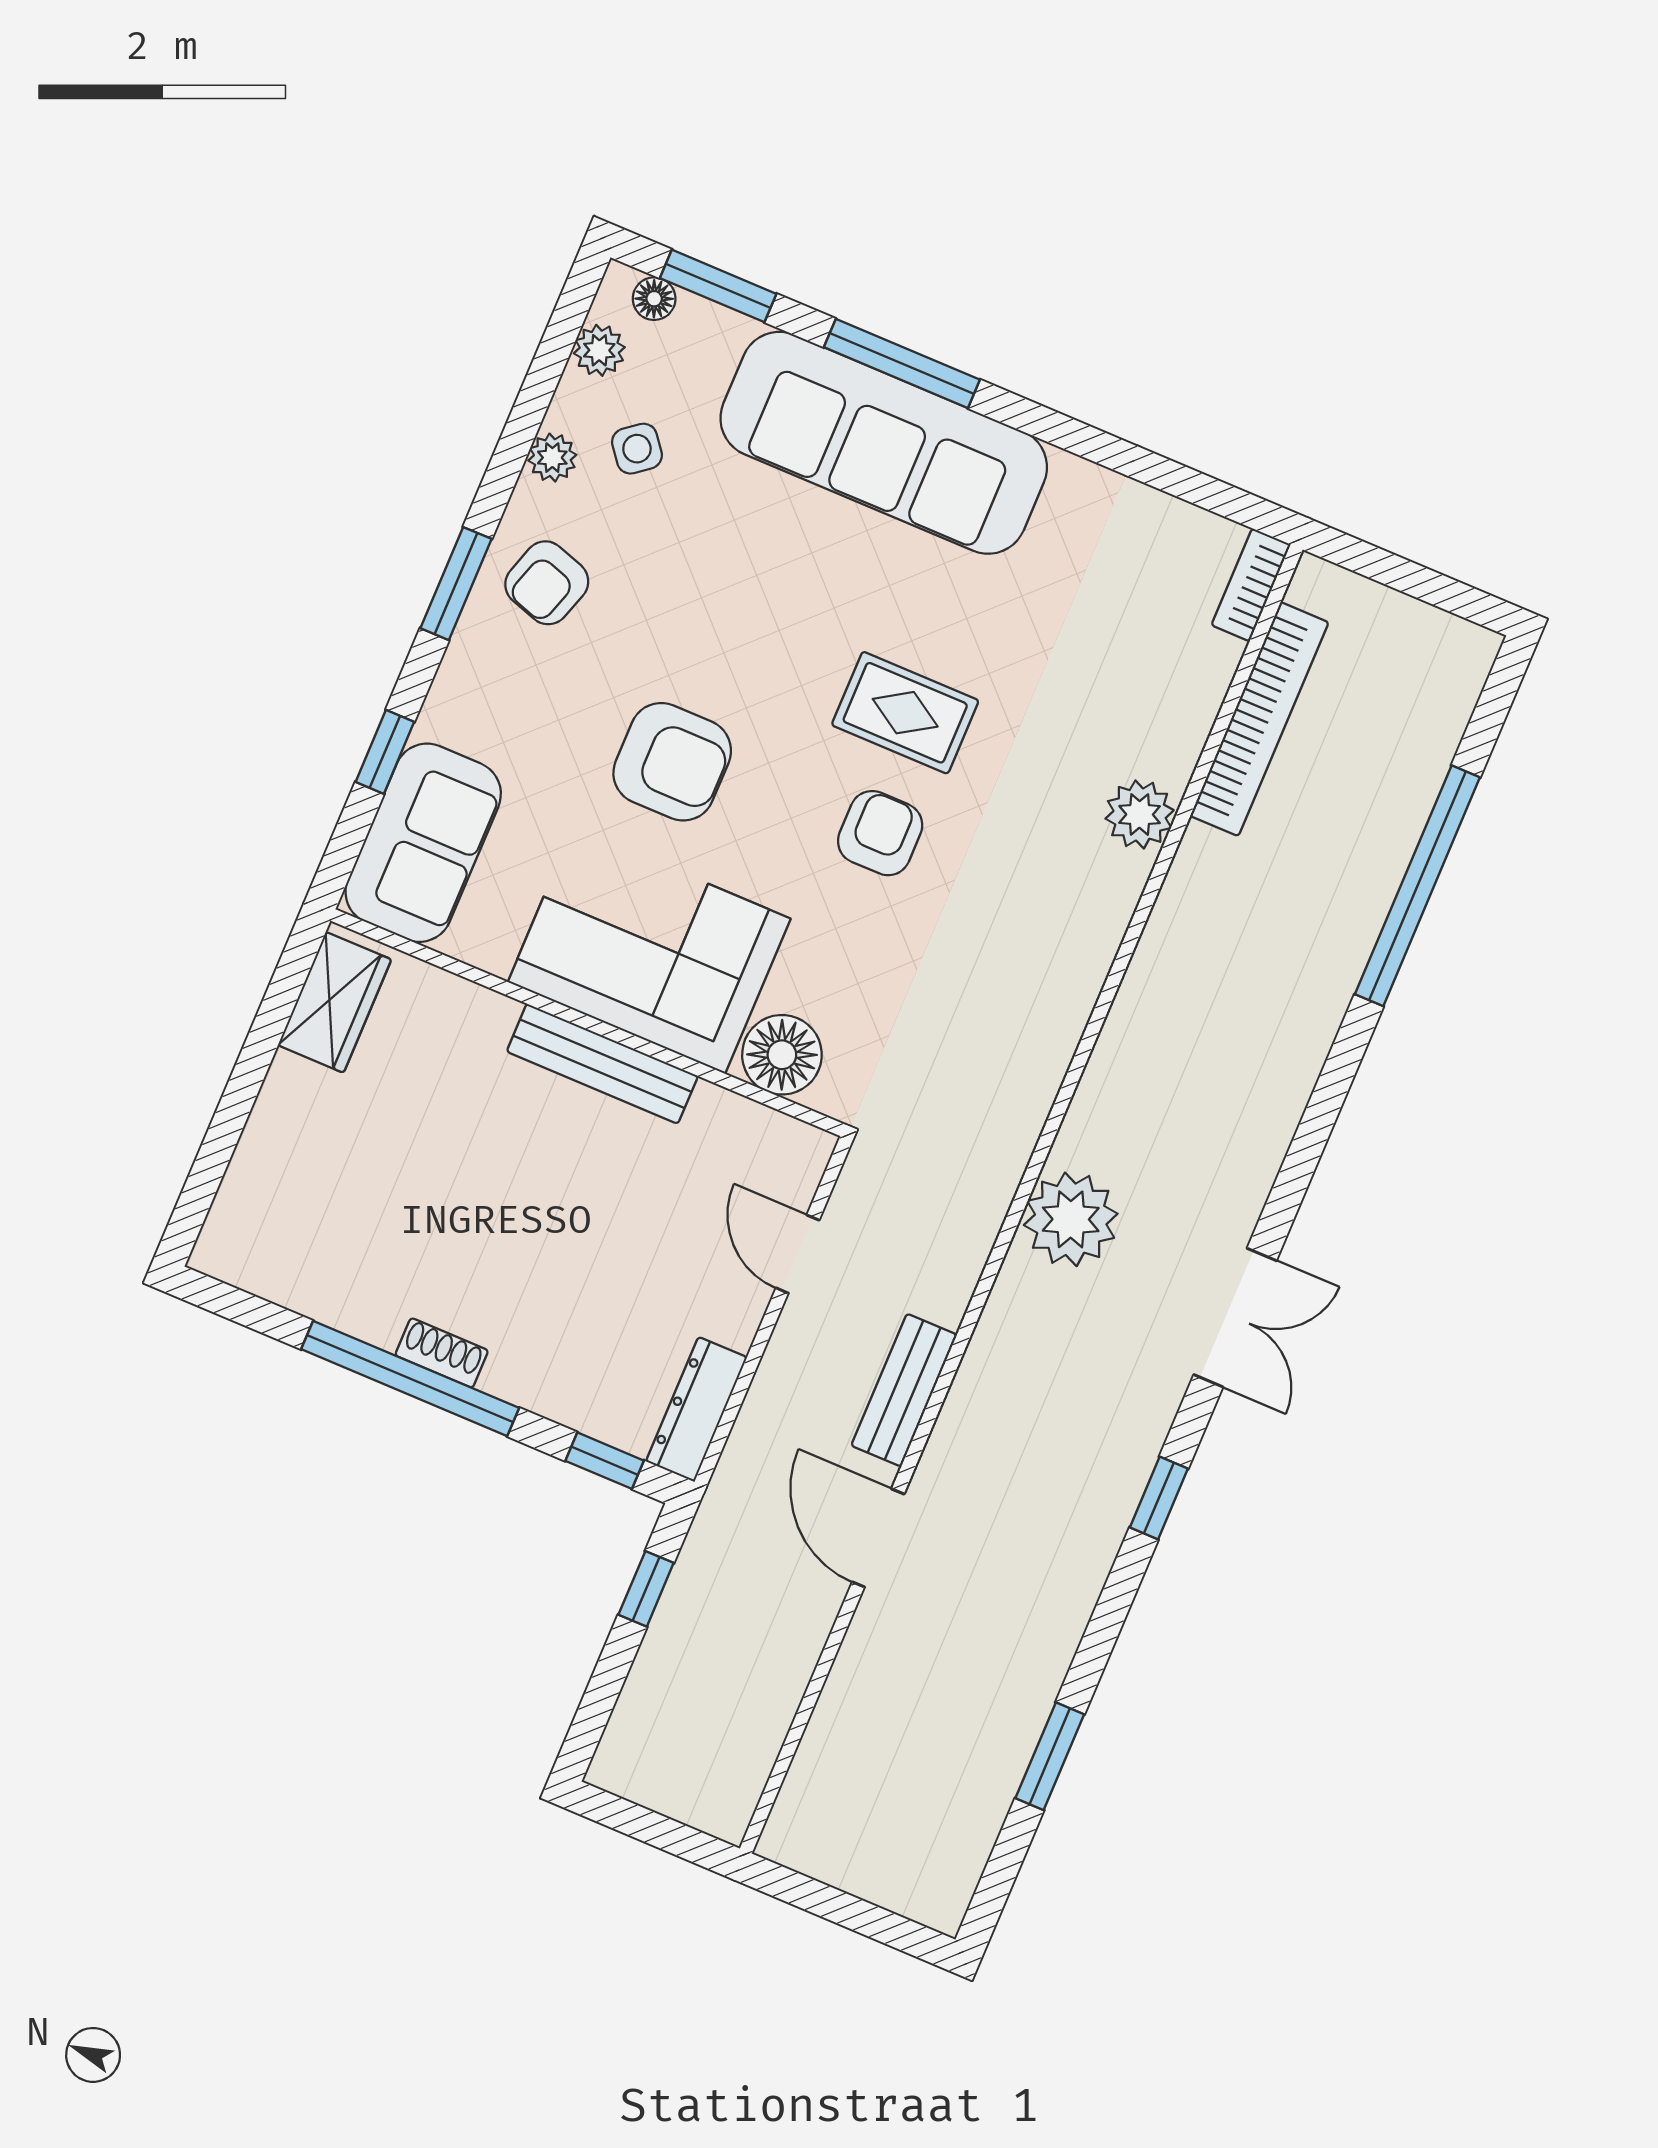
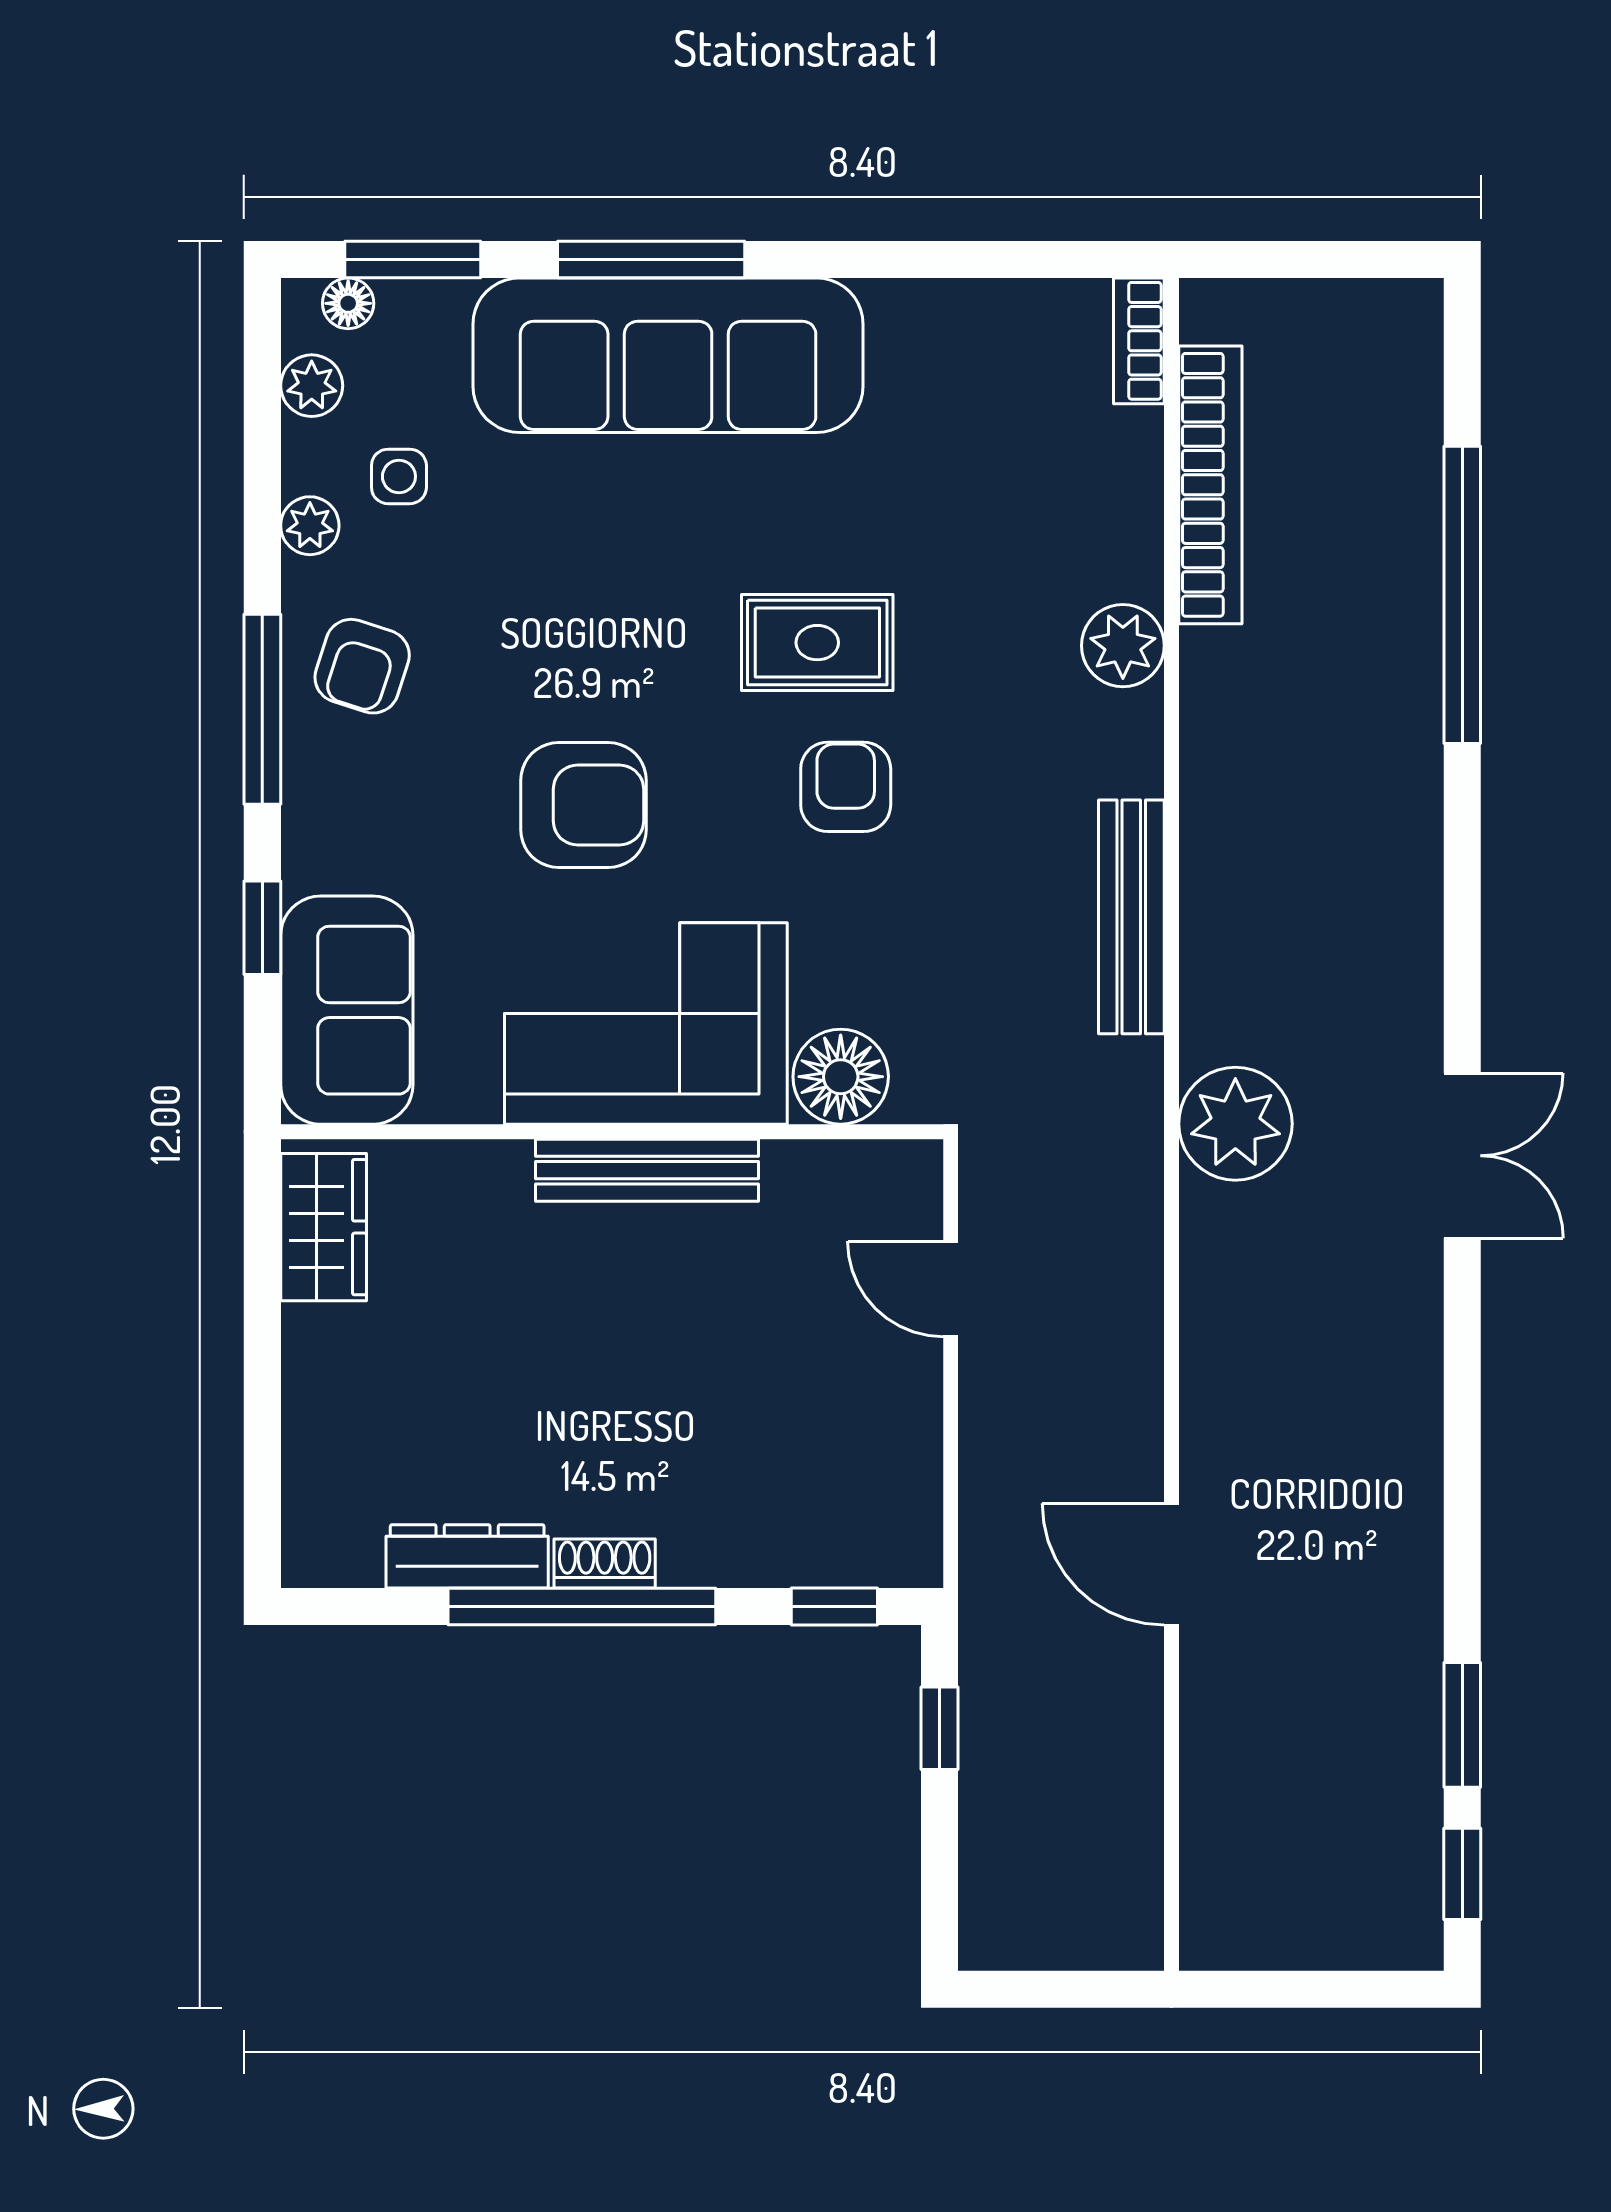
side table: (637, 449) -> (399, 476), turned 38
window: (456, 584) -> (262, 709), width x1.44
bench: (904, 1390) -> (1131, 917), moved, width x1.36
dresser: (696, 1409) -> (467, 1556), moved, turned 90
window: (1159, 1498) -> (1462, 1874), moved

